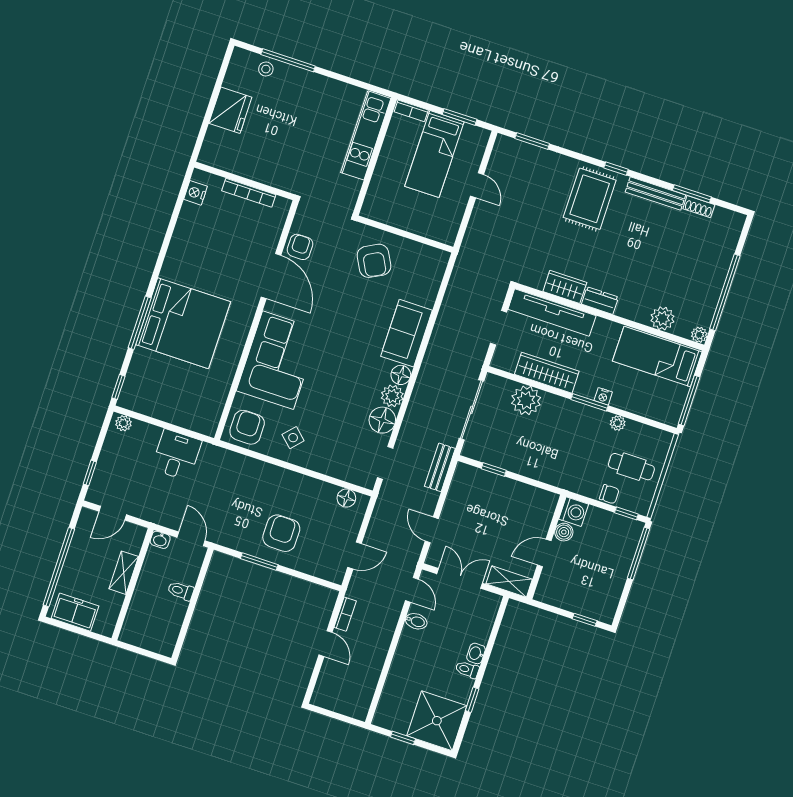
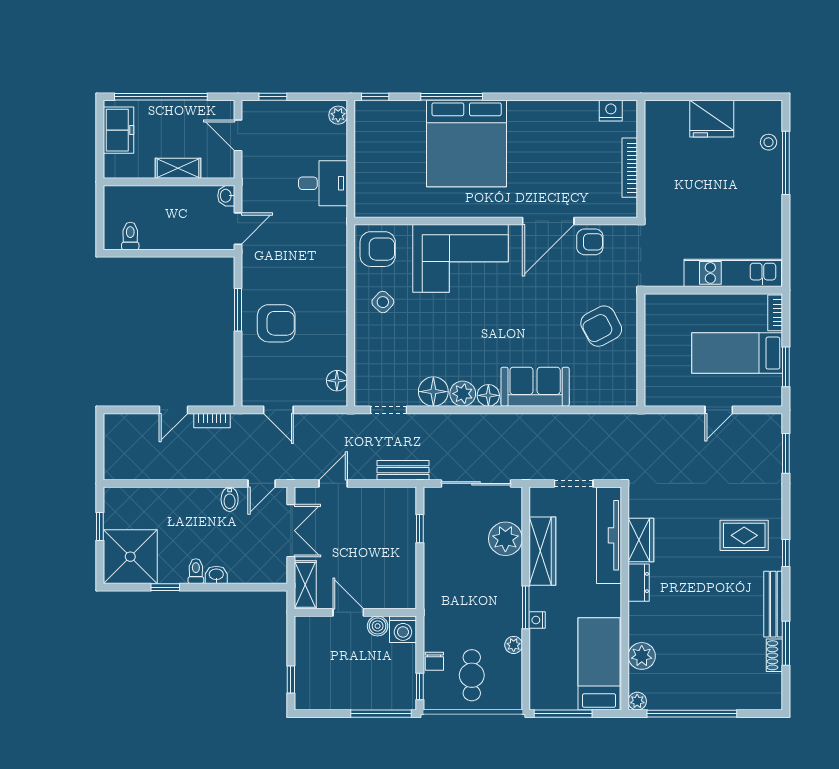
rug: (590, 199) -> (744, 535), width x0.73, depth x0.70
toilet: (181, 591) -> (130, 236), moved

